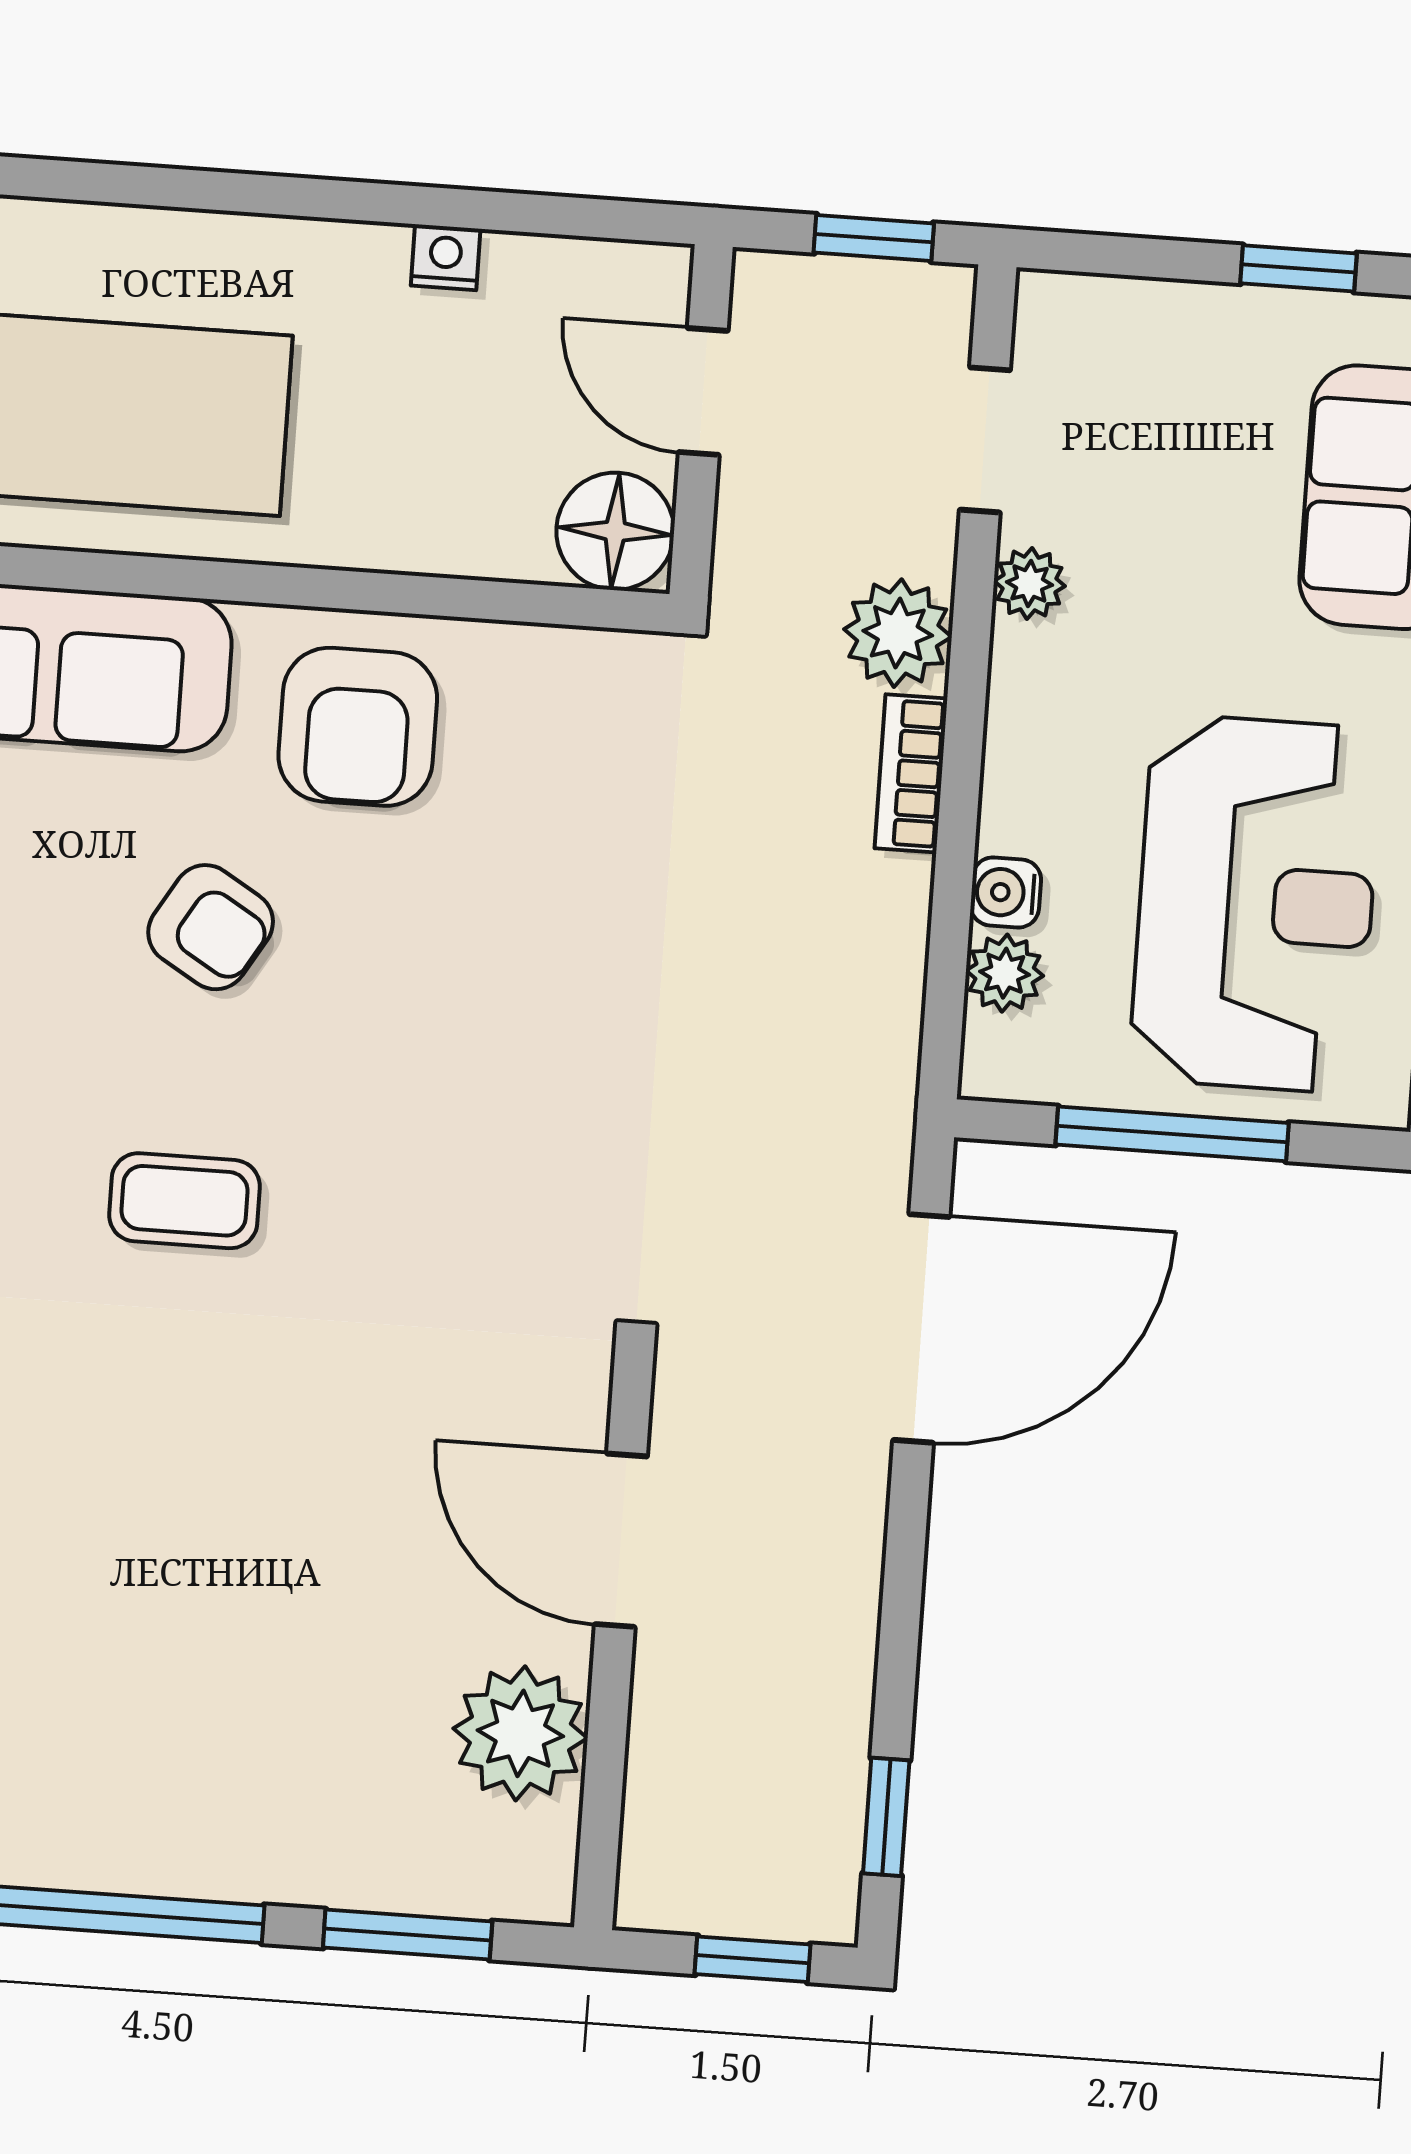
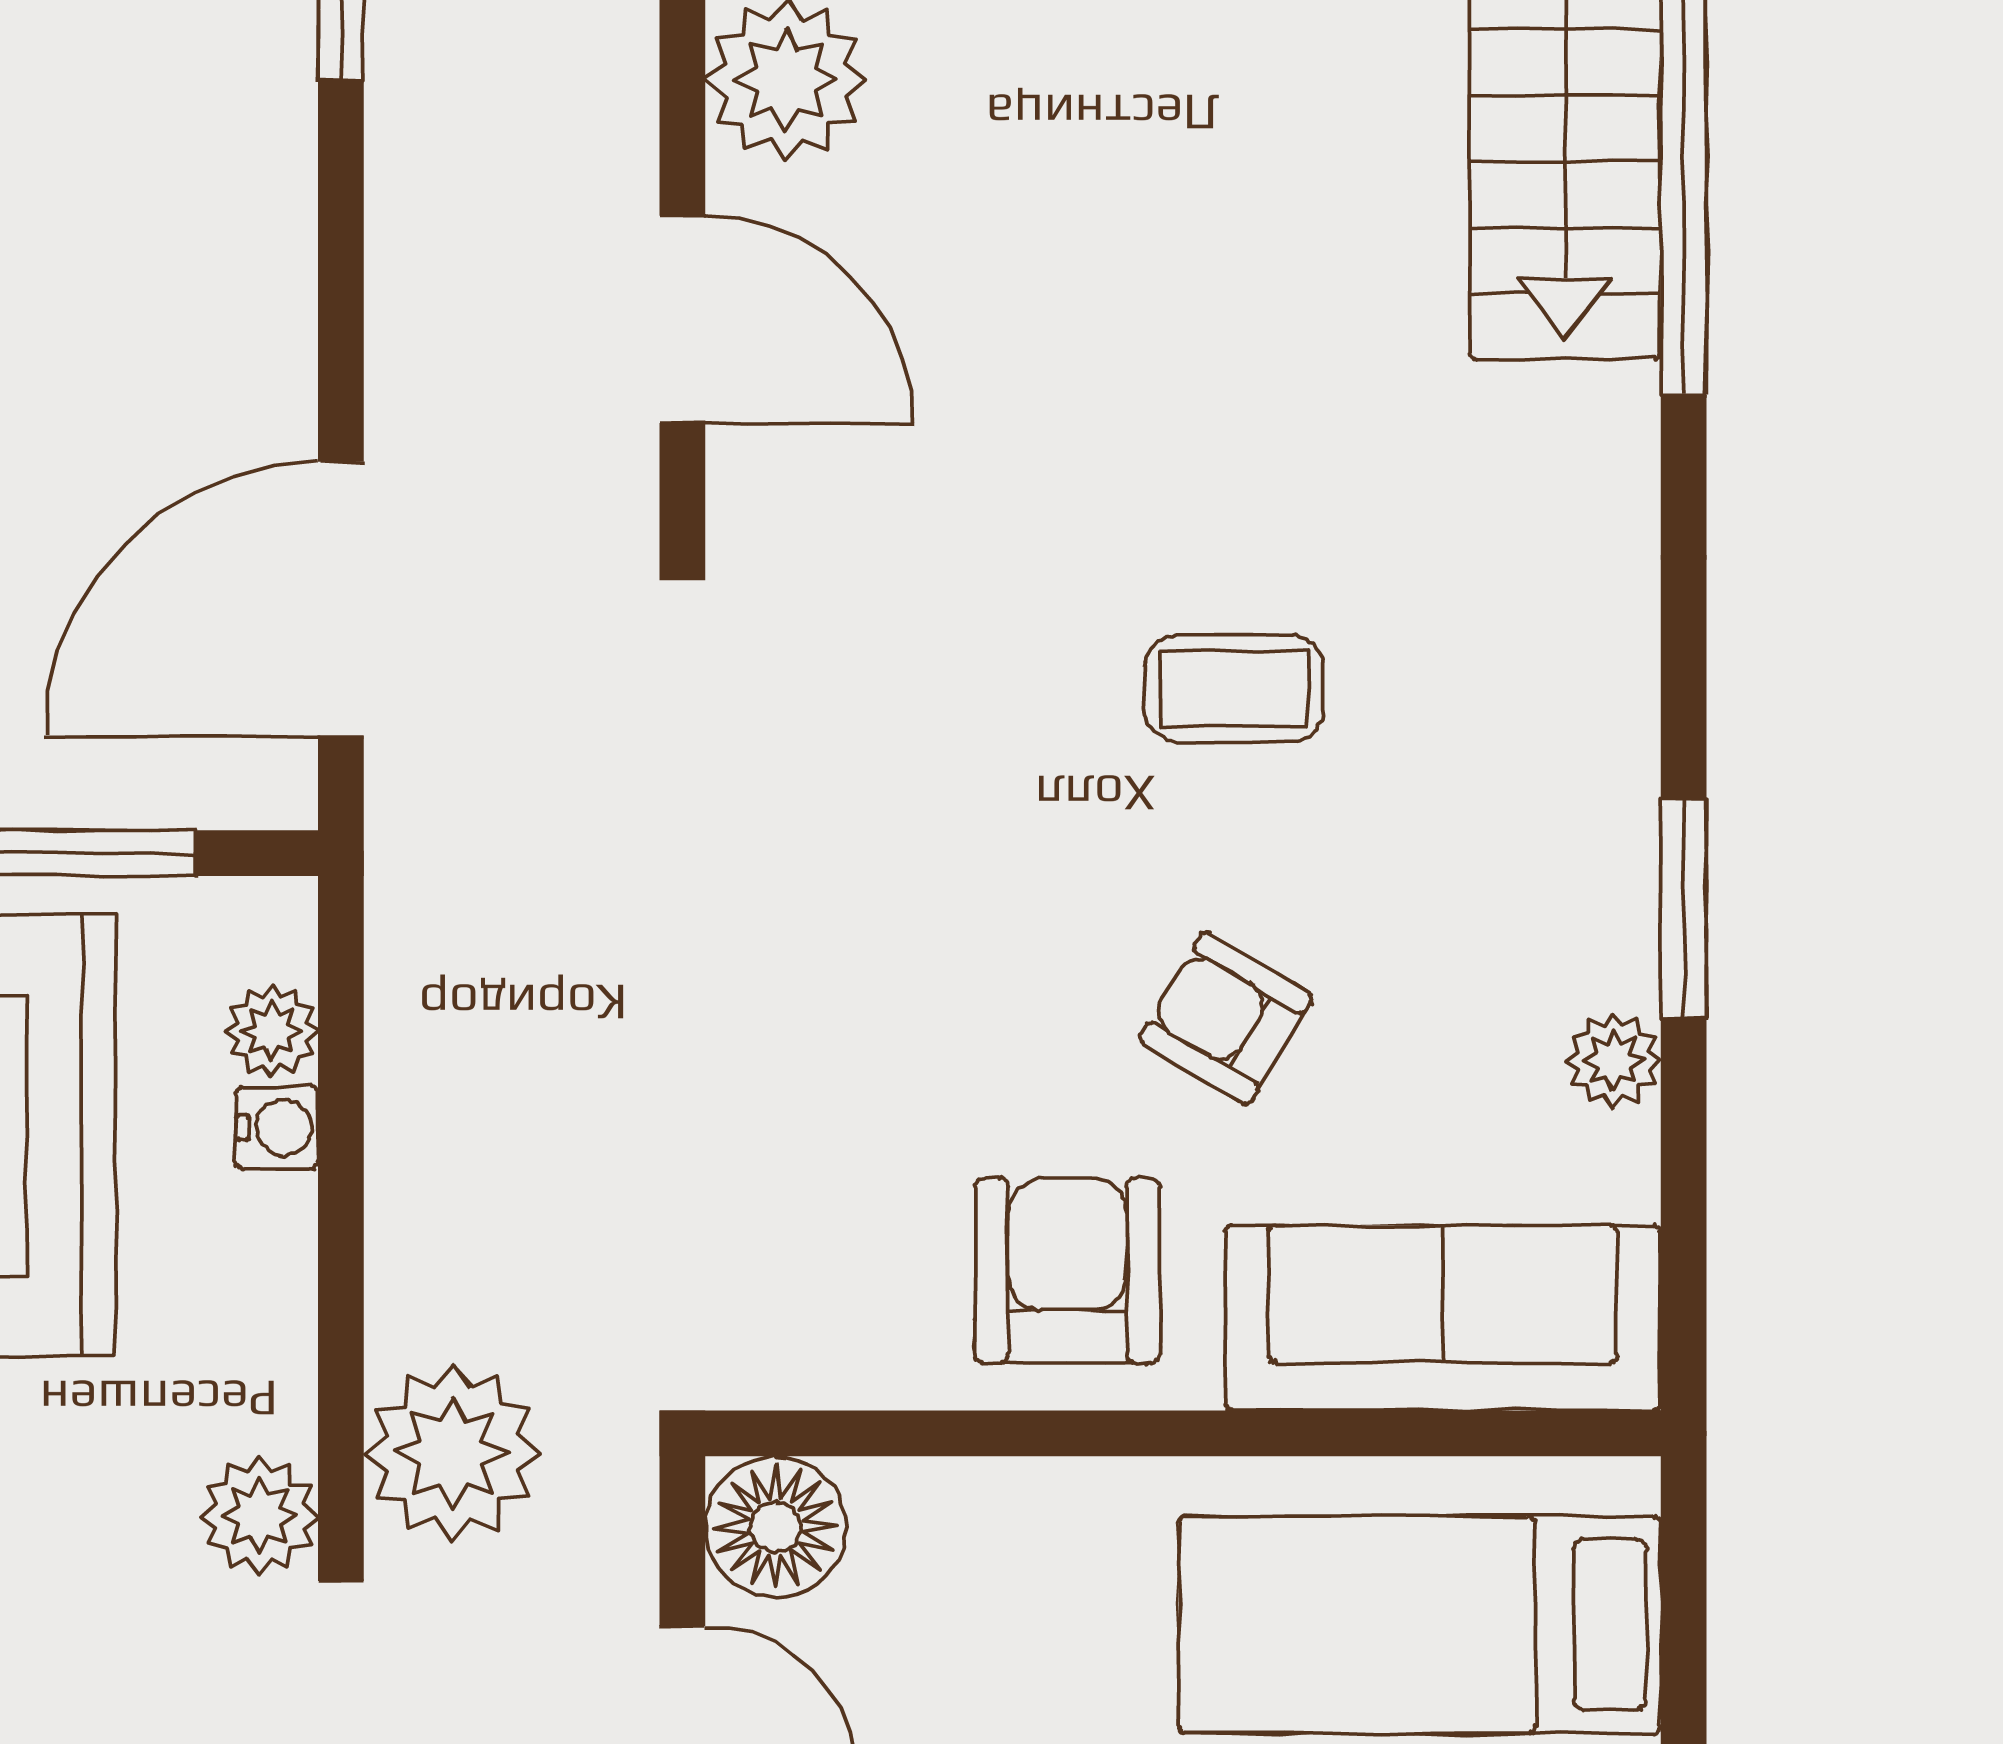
plant: (1029, 584) -> (259, 1516), width x1.38, depth x1.38
plant: (898, 633) -> (452, 1453), width x1.36, depth x1.36
bookcase: (911, 773) -> (401, 1262), removed

